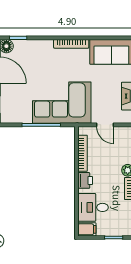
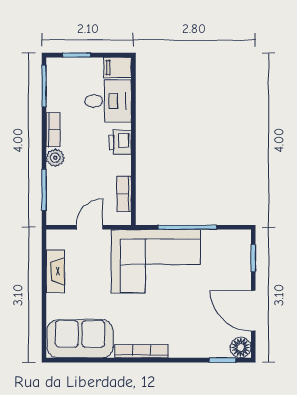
door: (105, 125) -> (90, 227), hinge flipped
bookcase: (83, 153) -> (124, 194), width x0.64

